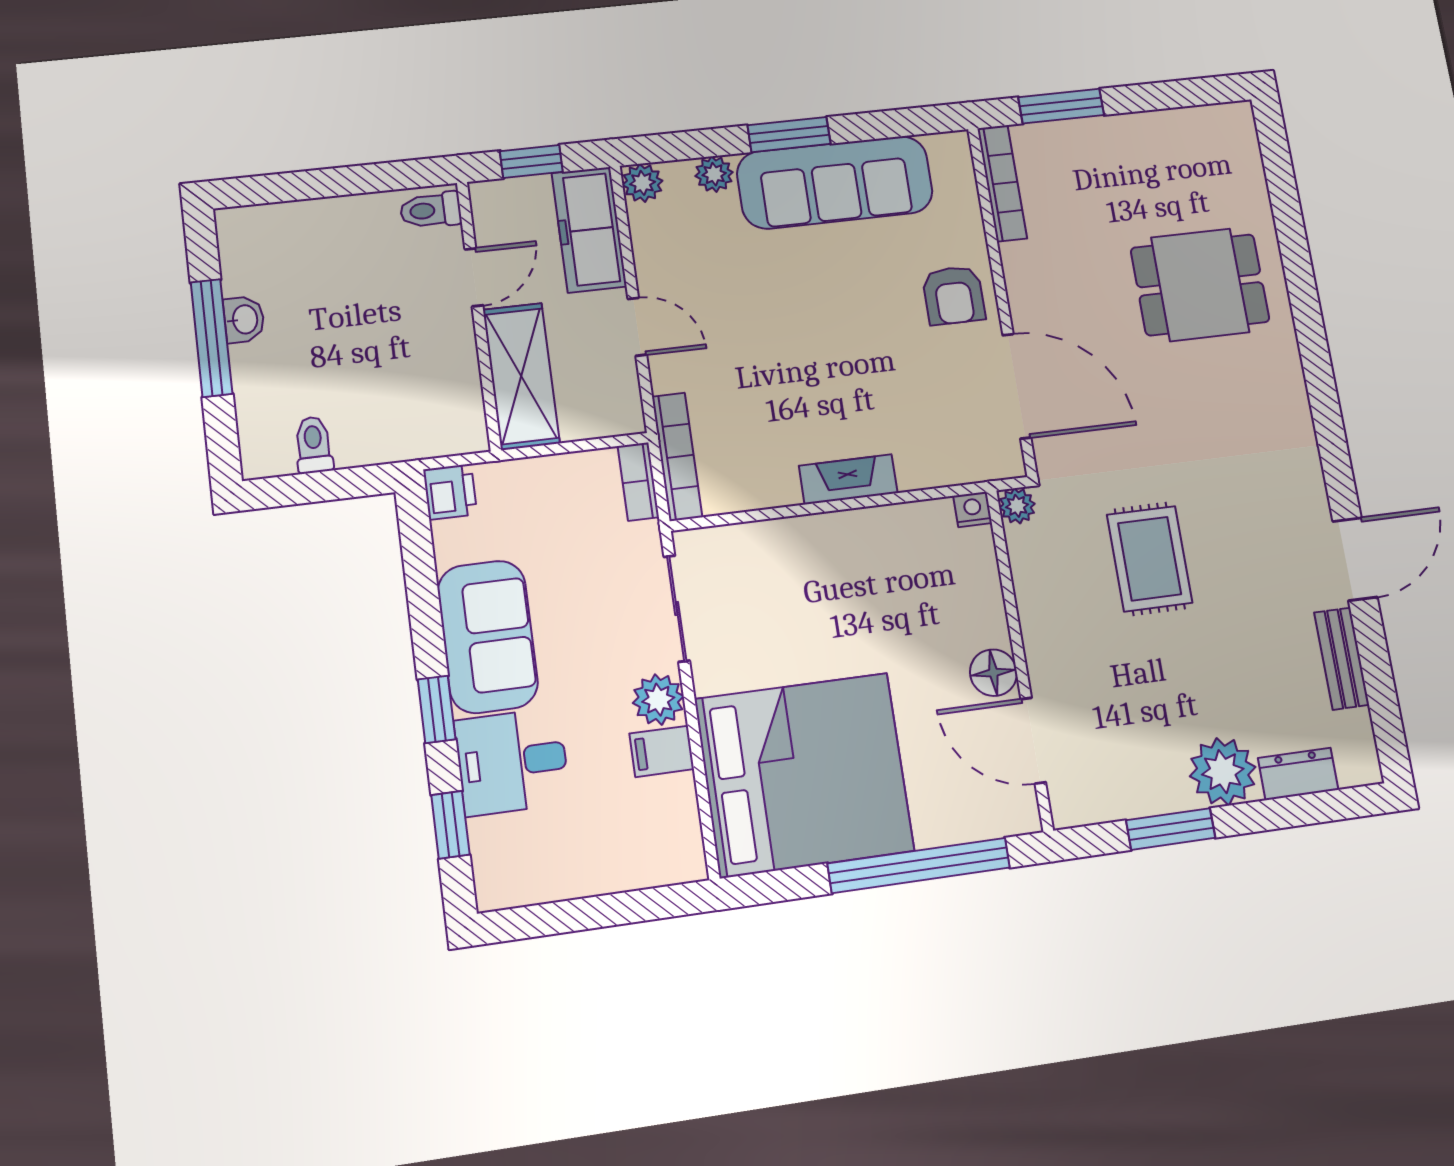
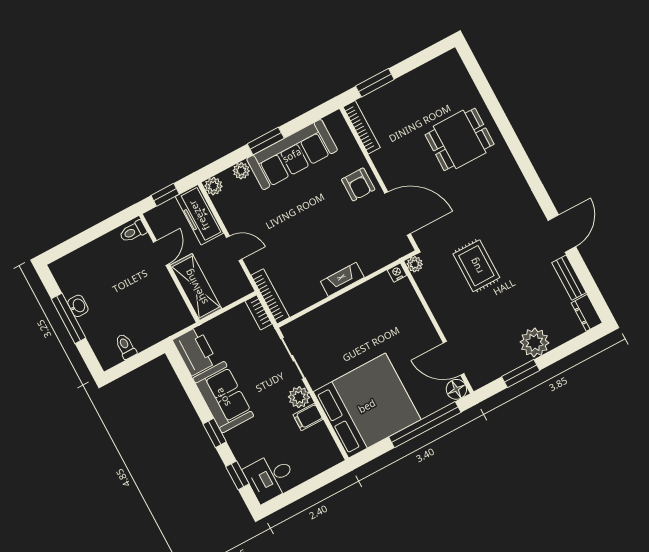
printer: (450, 492) -> (195, 351), width x1.87, depth x1.48
floor lamp: (993, 673) -> (456, 389), moved
desk: (512, 762) -> (270, 477), moved
dresser: (1298, 774) -> (587, 313), moved, turned -90

